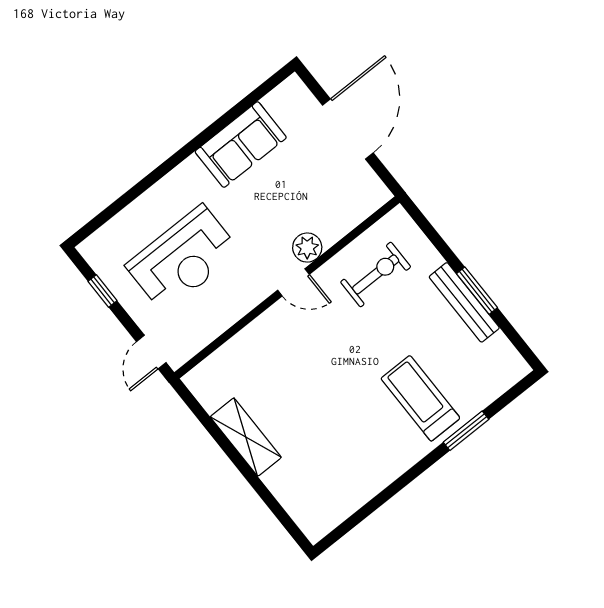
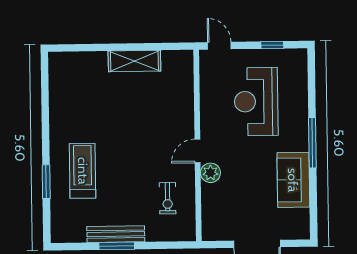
window: (180, 156) -> (312, 143), added
exercise bike: (376, 274) -> (168, 198), width x0.73, depth x0.72
treadmill: (420, 398) -> (83, 171), turned -90

